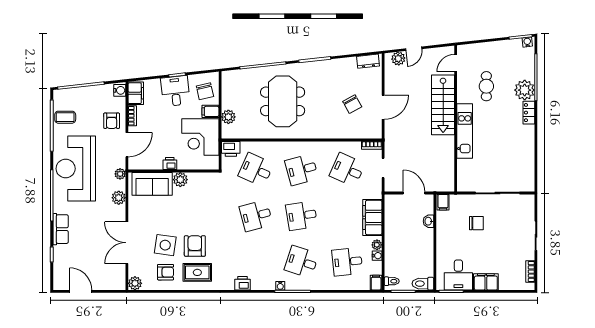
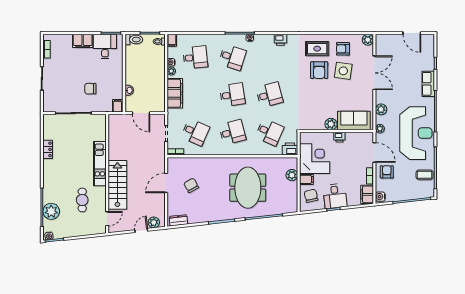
plant: (525, 90) -> (51, 211), moved
locker: (529, 113) -> (48, 149), moved
door: (127, 145) -> (374, 152), swing flipped

